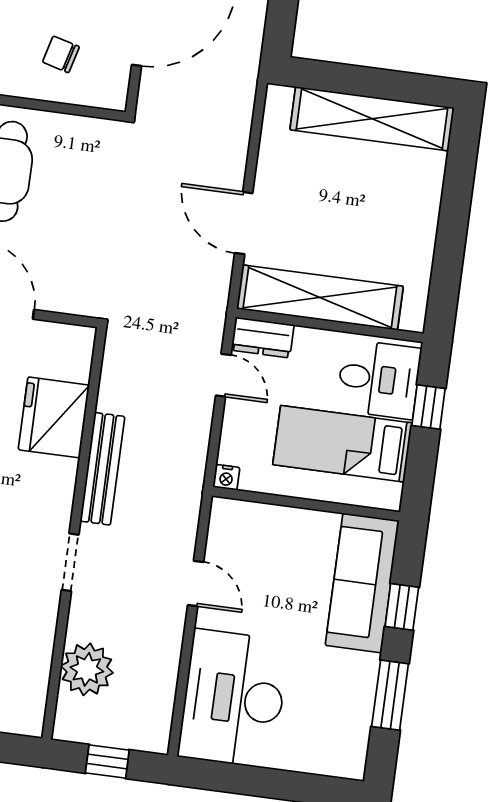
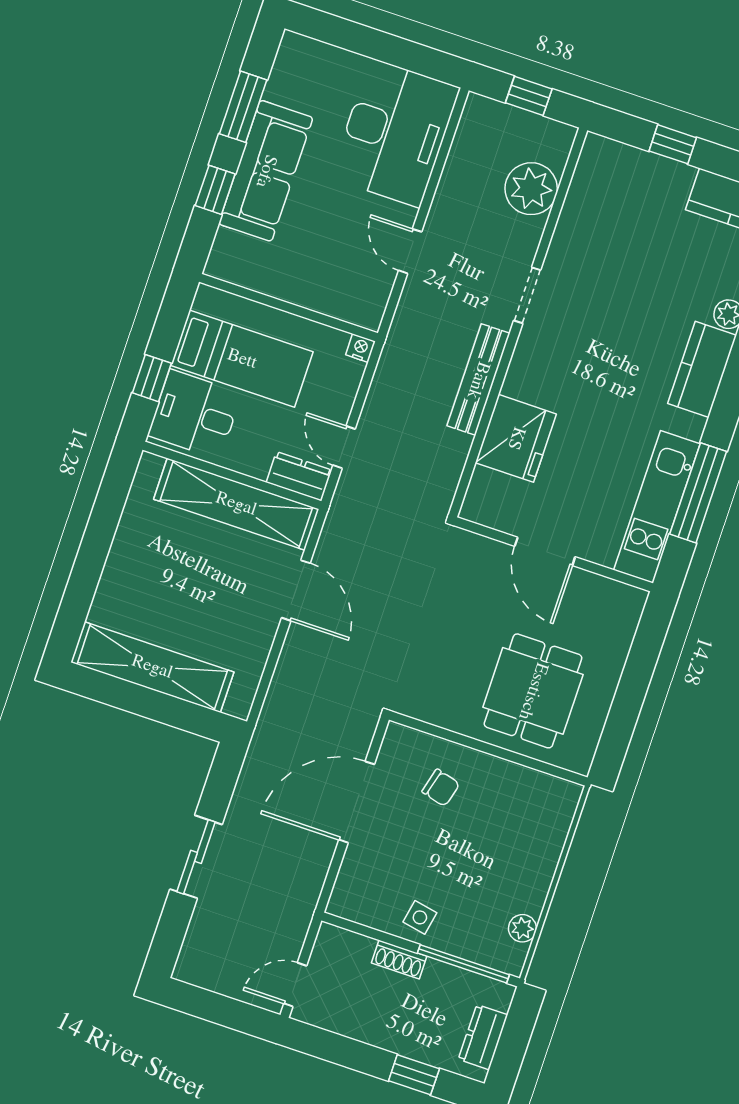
sofa: (362, 583) -> (266, 171), moved

